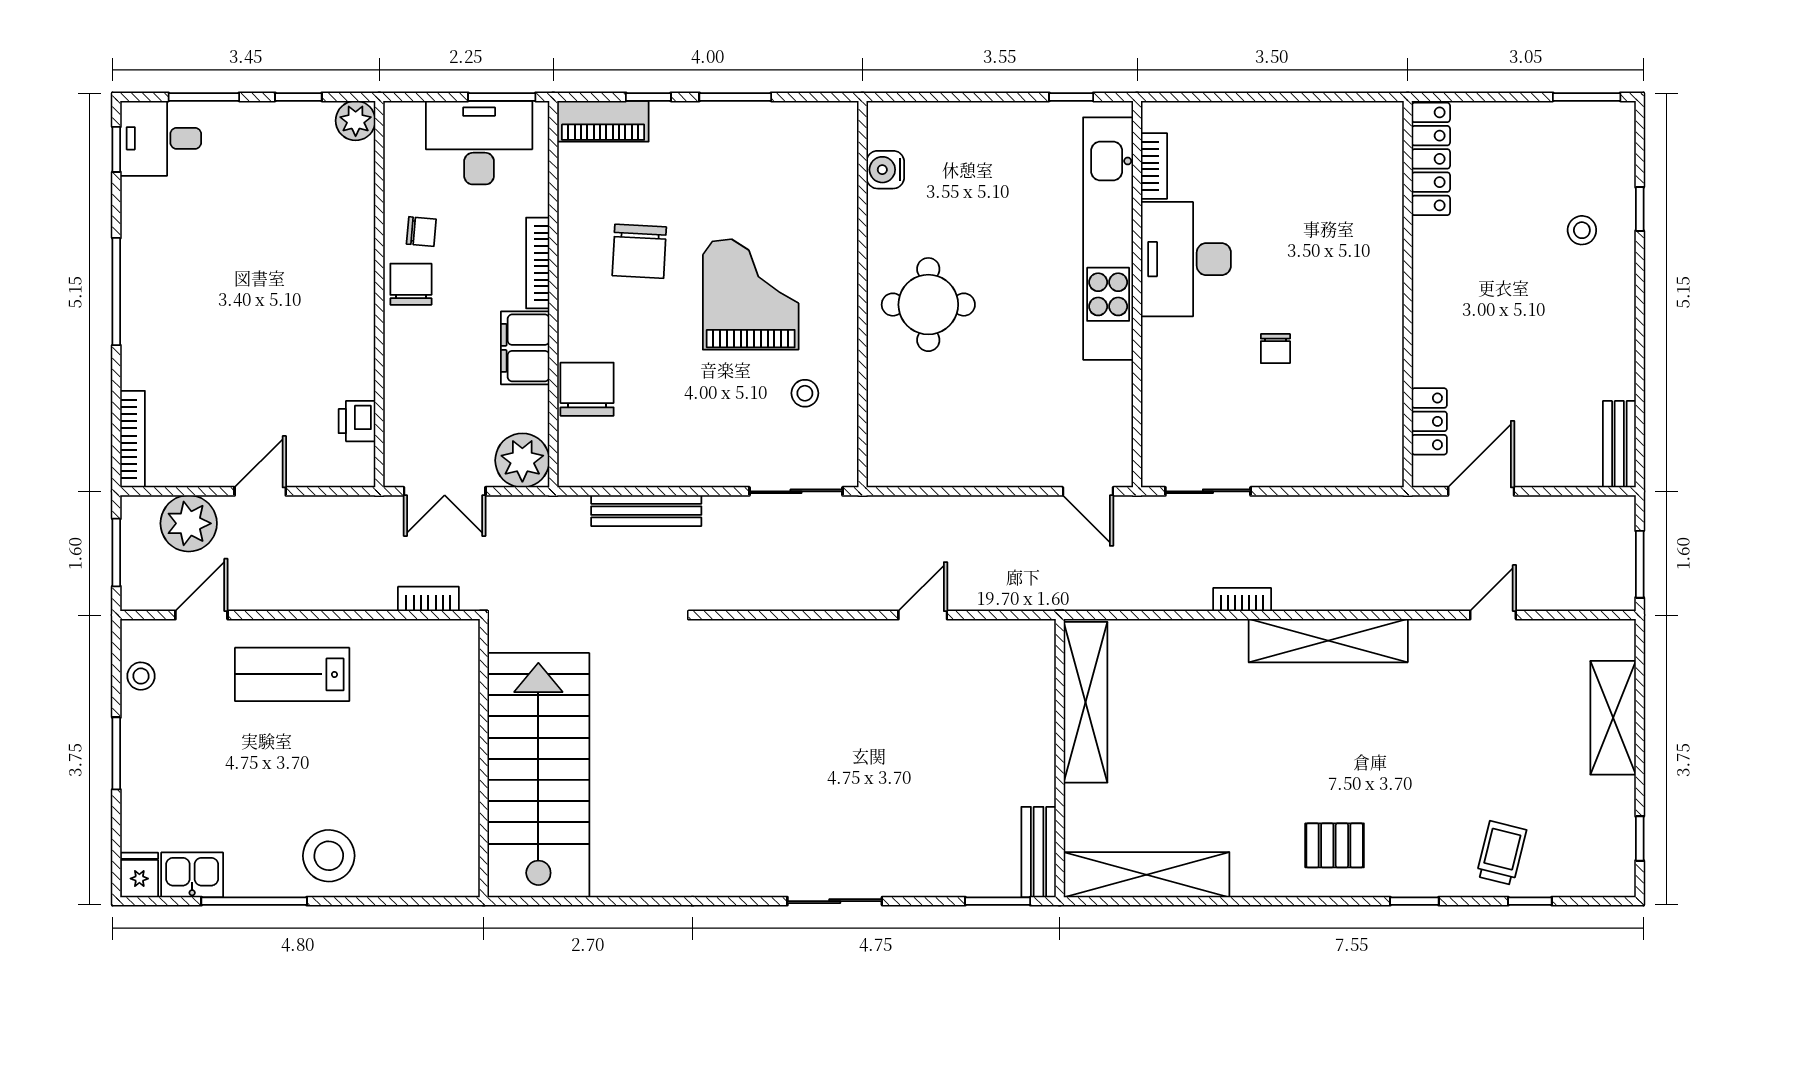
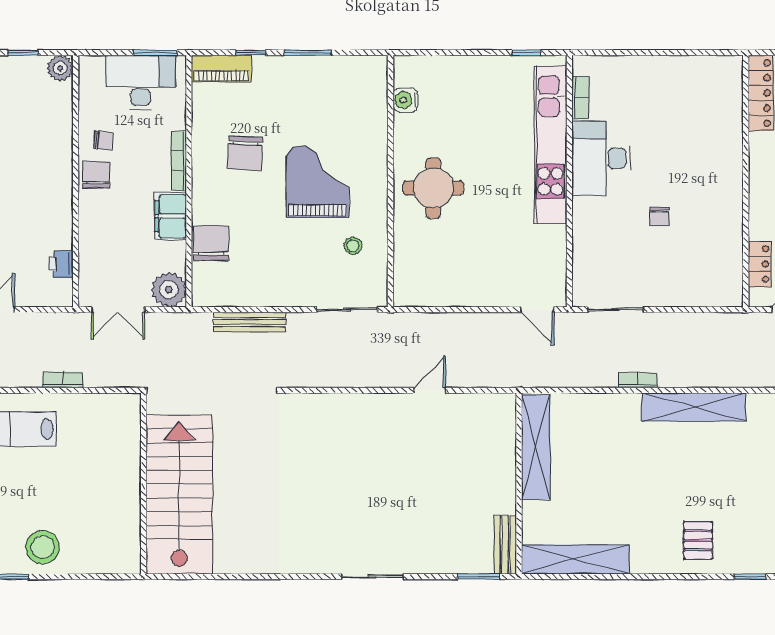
bookcase: (428, 599) -> (63, 380), moved
pallet: (1335, 845) -> (698, 540), turned 90

